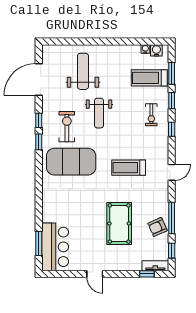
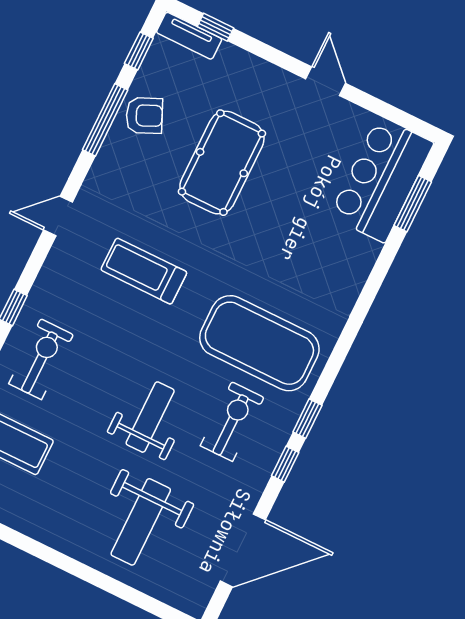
exercise bike: (151, 115) -> (41, 359), width x1.38, depth x1.39
exercise bike: (67, 127) -> (232, 422), turned 180
treadmill: (129, 168) -> (144, 271), turned 180

